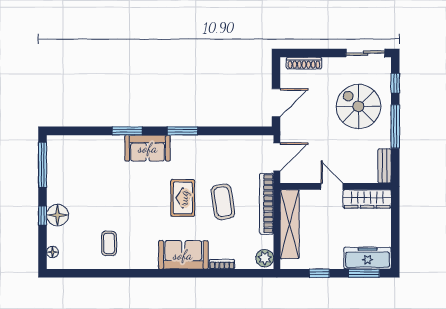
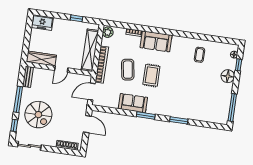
door: (276, 103) -> (87, 124), swing flipped
sofa: (148, 148) -> (133, 103), moved
door: (332, 186) -> (61, 69), hinge flipped
window: (43, 216) -> (239, 65), moved
freezer: (368, 258) -> (42, 23), width x0.71
window: (364, 273) -> (50, 14), removed

